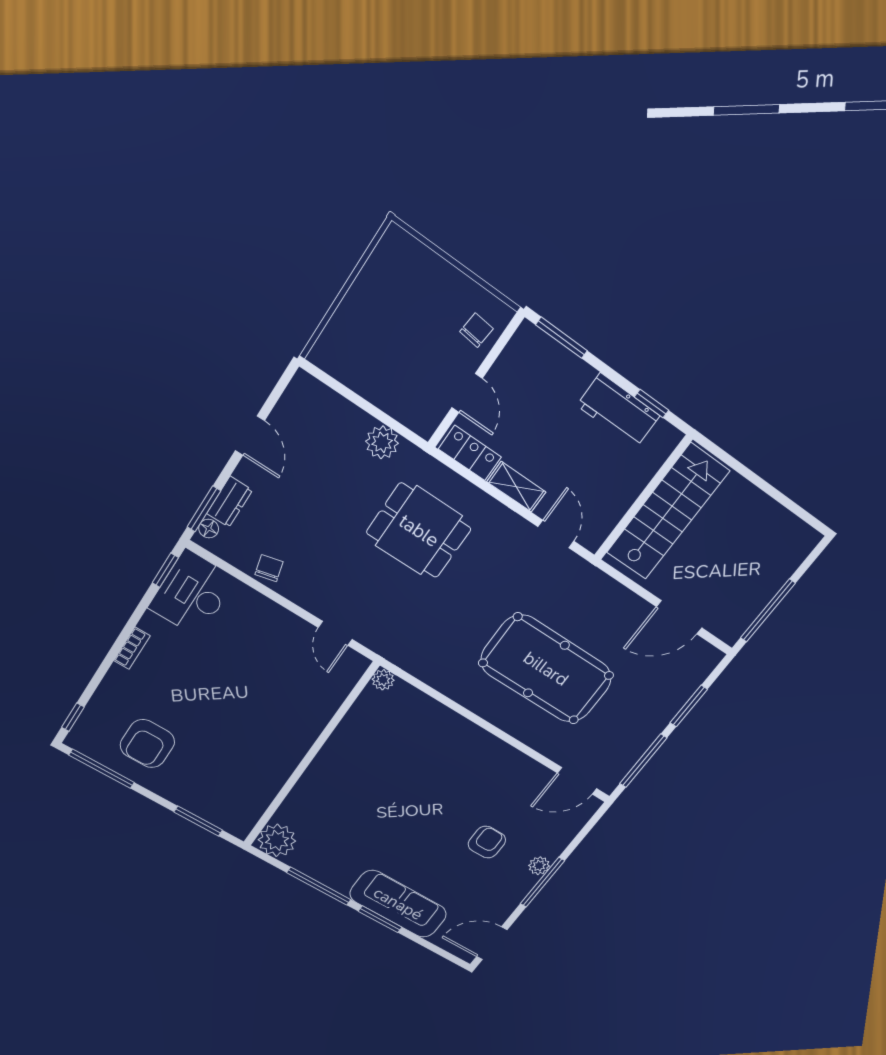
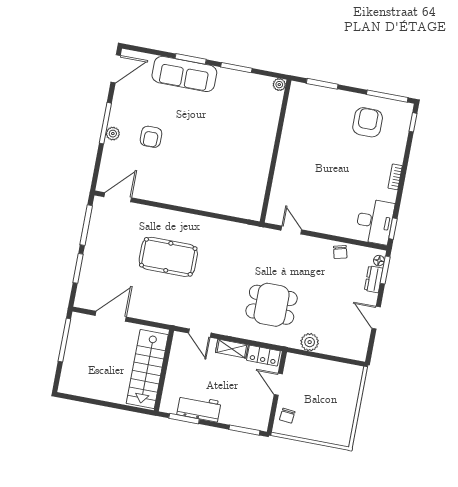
window: (652, 404) -> (184, 419), width x1.50
pool table: (546, 669) -> (168, 257), width x0.73, depth x0.76
plant: (383, 680) -> (254, 214), removed
plant: (277, 840) -> (279, 85), width x0.53, depth x0.53
window: (319, 886) -> (236, 68), width x0.69

